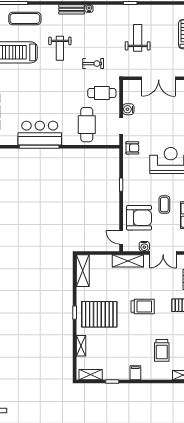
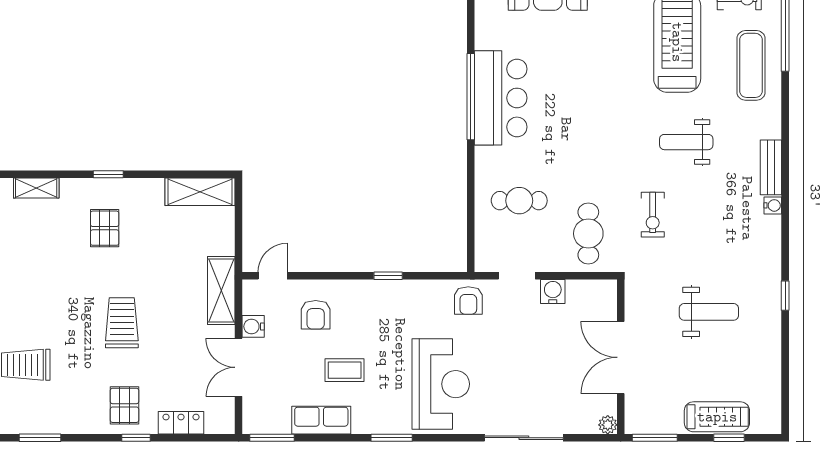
cafe table: (87, 125) -> (519, 201), width x0.73, depth x0.74
armchair: (139, 218) -> (316, 315), width x0.53, depth x0.53
trolley: (143, 306) -> (122, 323), turned 180
pallet: (99, 314) -> (105, 228), width x0.49, depth x0.50

